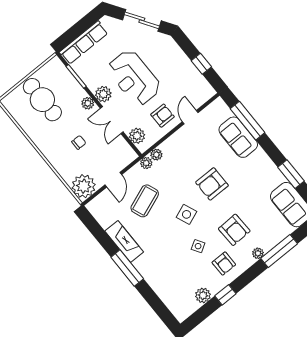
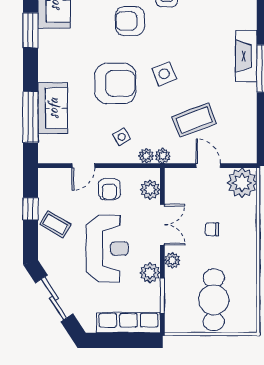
coffee table: (178, 67) -> (55, 224), added
plant: (103, 94) -> (150, 273), moved
armchair: (162, 116) -> (109, 189), turned -90
door: (113, 180) -> (208, 166), hinge flipped
armchair: (212, 184) -> (115, 83), width x1.36, depth x1.36
armchair: (234, 230) -> (130, 21), turned -88
fireplace: (124, 242) -> (246, 56), moved
side table: (198, 246) -> (122, 137), moved

